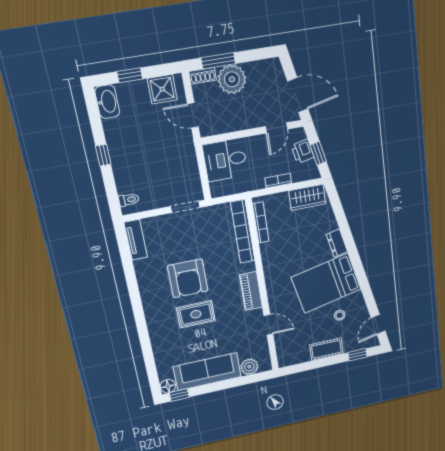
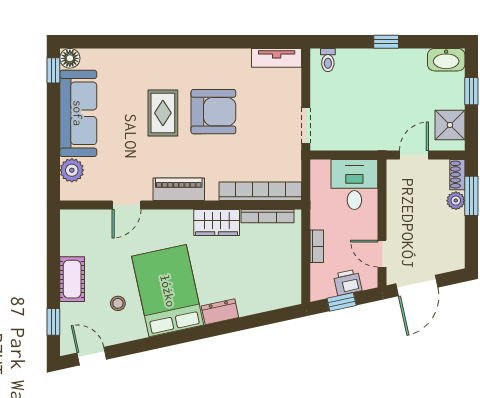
plant: (232, 79) -> (456, 201), width x0.53, depth x0.53
wardrobe: (307, 197) -> (217, 223), moved, turned -90
armchair: (188, 278) -> (213, 112), turned 180

